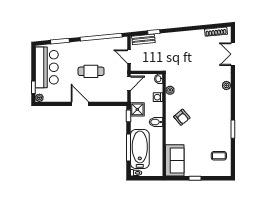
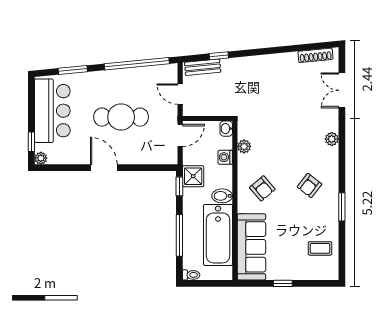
cafe table: (91, 71) -> (121, 117), width x1.37, depth x1.35
armchair: (212, 115) -> (309, 186), added
bathtub: (140, 149) -> (218, 235), moved, turned 180
sofa: (175, 160) -> (251, 247), width x1.36

